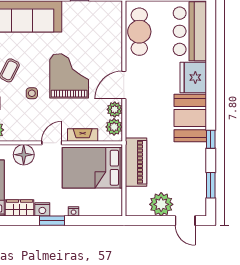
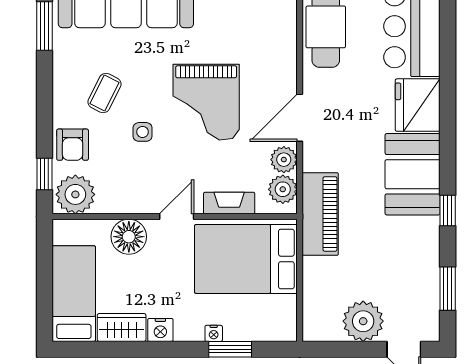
grand piano: (69, 76) -> (206, 102), turned 180
piano: (136, 162) -> (320, 214), moved
window: (52, 221) -> (230, 349), moved

